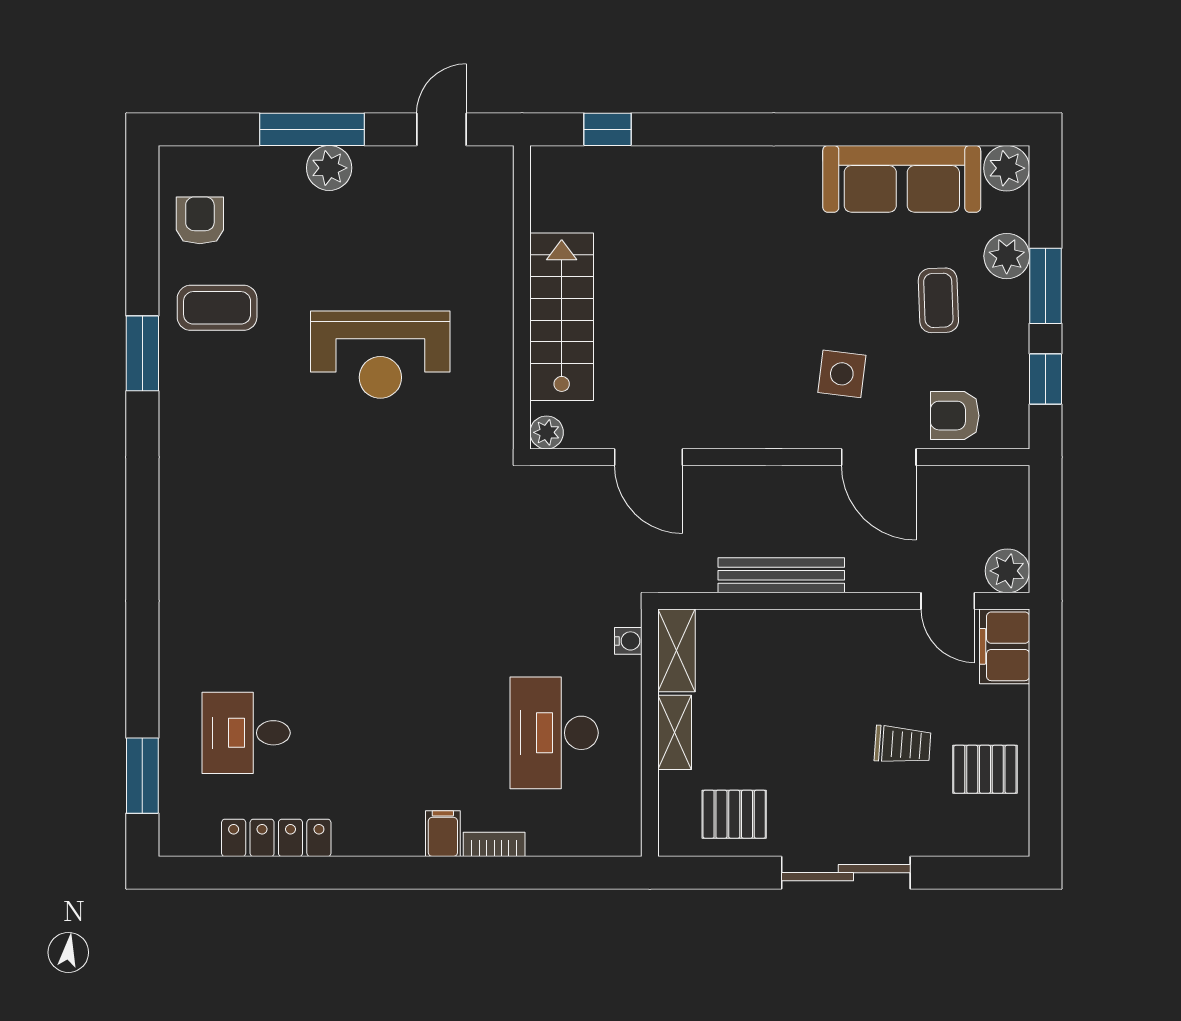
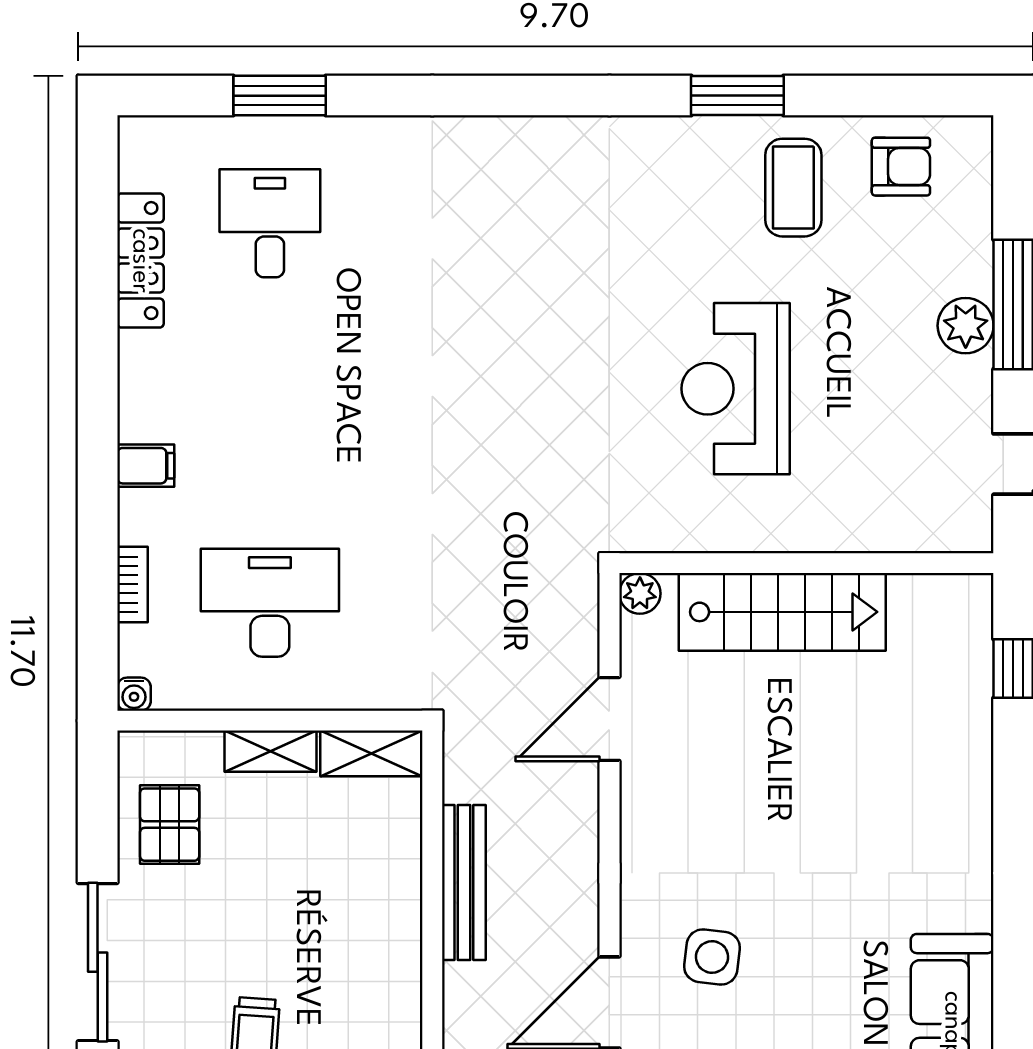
water cooler: (628, 641) -> (134, 694), moved
window: (142, 776) -> (280, 96), moved
bookcase: (494, 844) -> (132, 584), moved

